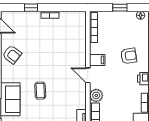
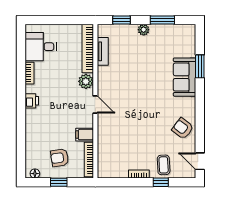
armchair: (129, 56) -> (60, 158), moved
filing cabinet: (97, 60) -> (85, 135), moved
coffee table: (40, 91) -> (164, 165), moved

